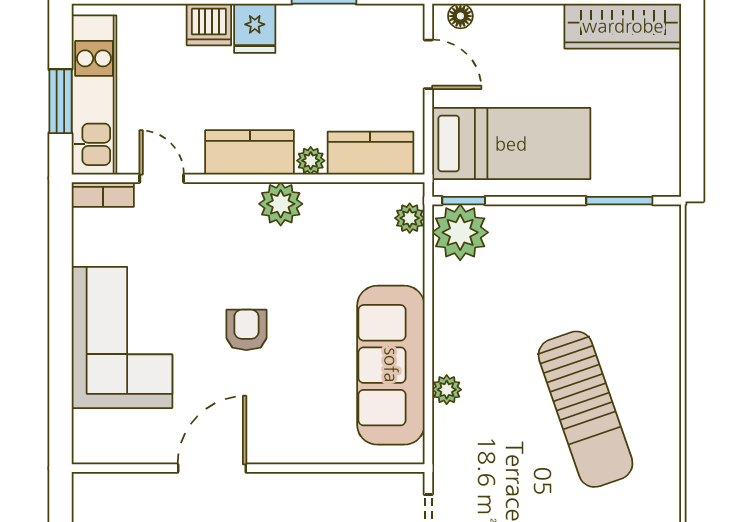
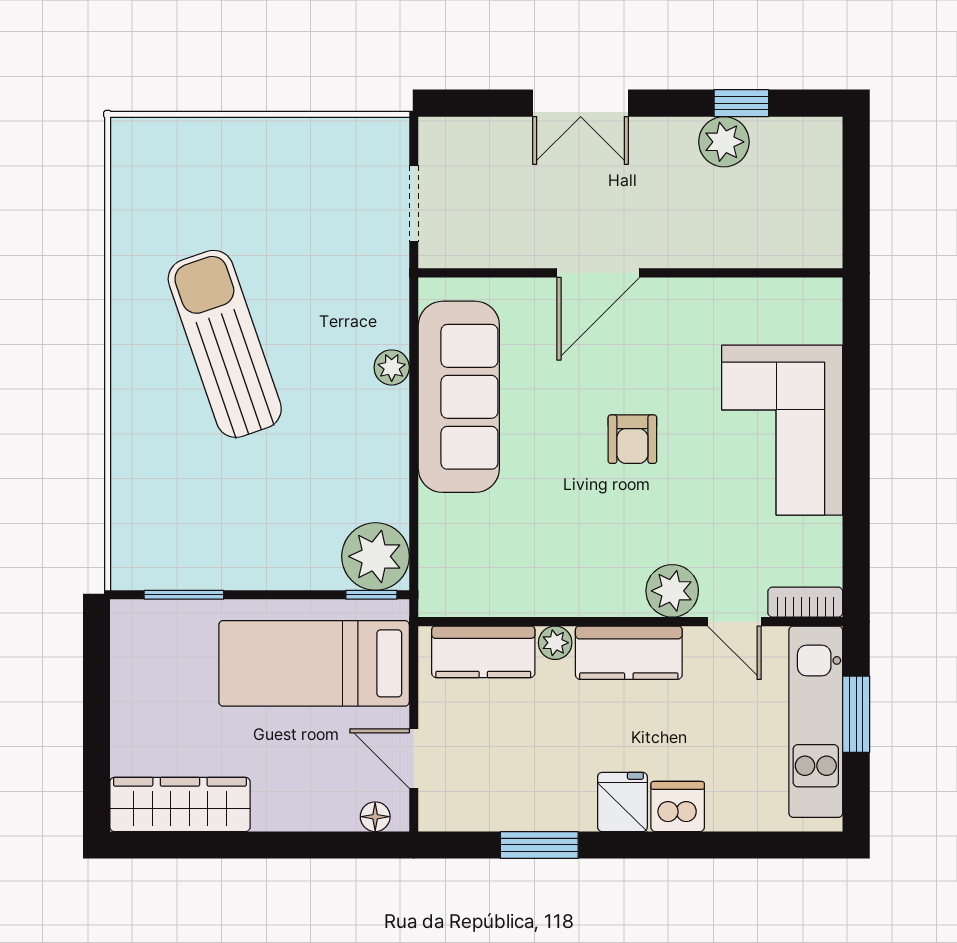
plant: (281, 204) -> (672, 591), moved
plant: (410, 218) -> (436, 574), removed
door: (212, 468) -> (598, 273), moved

